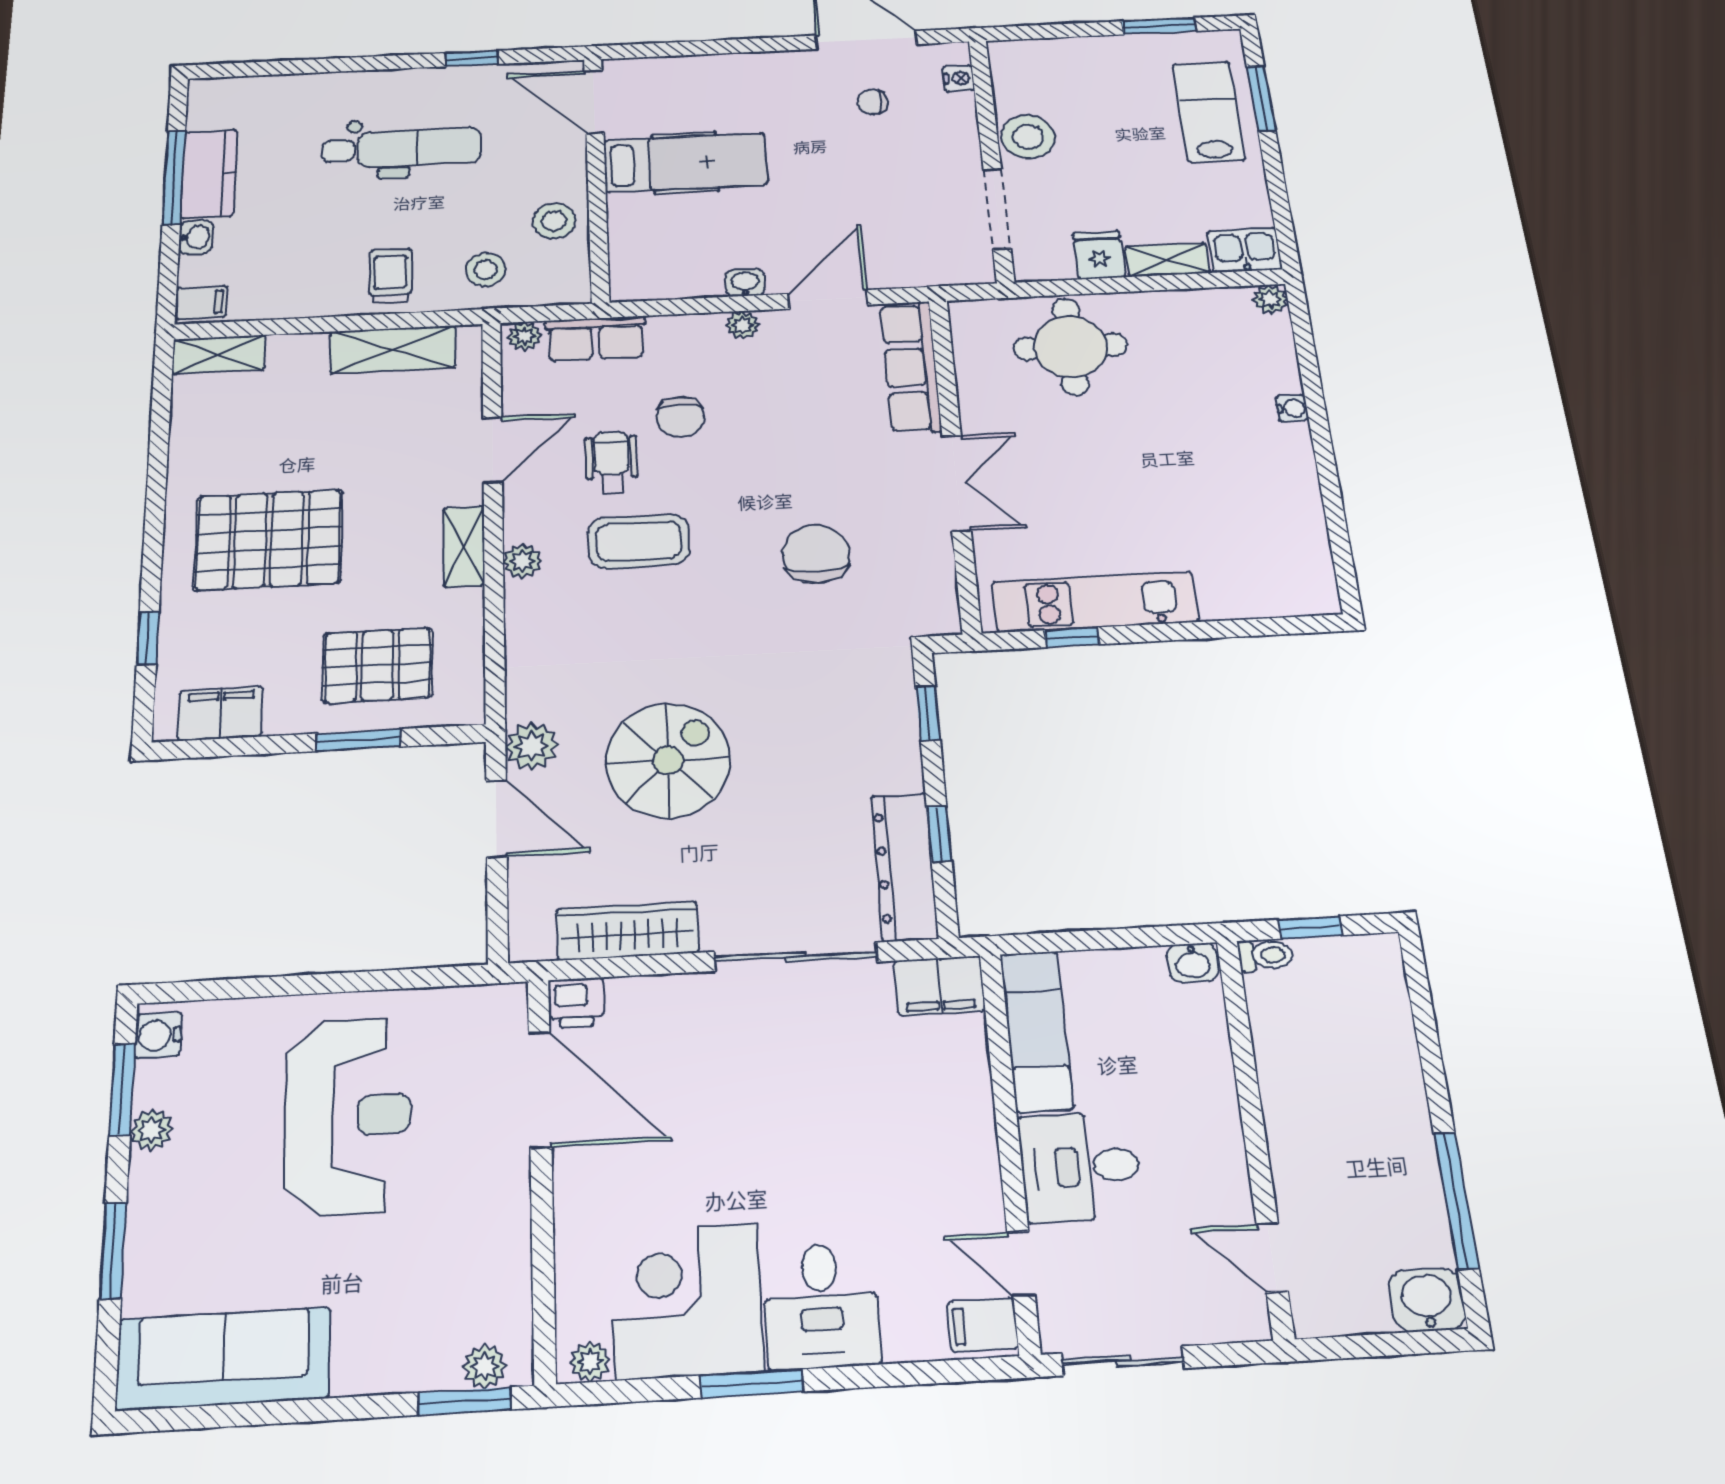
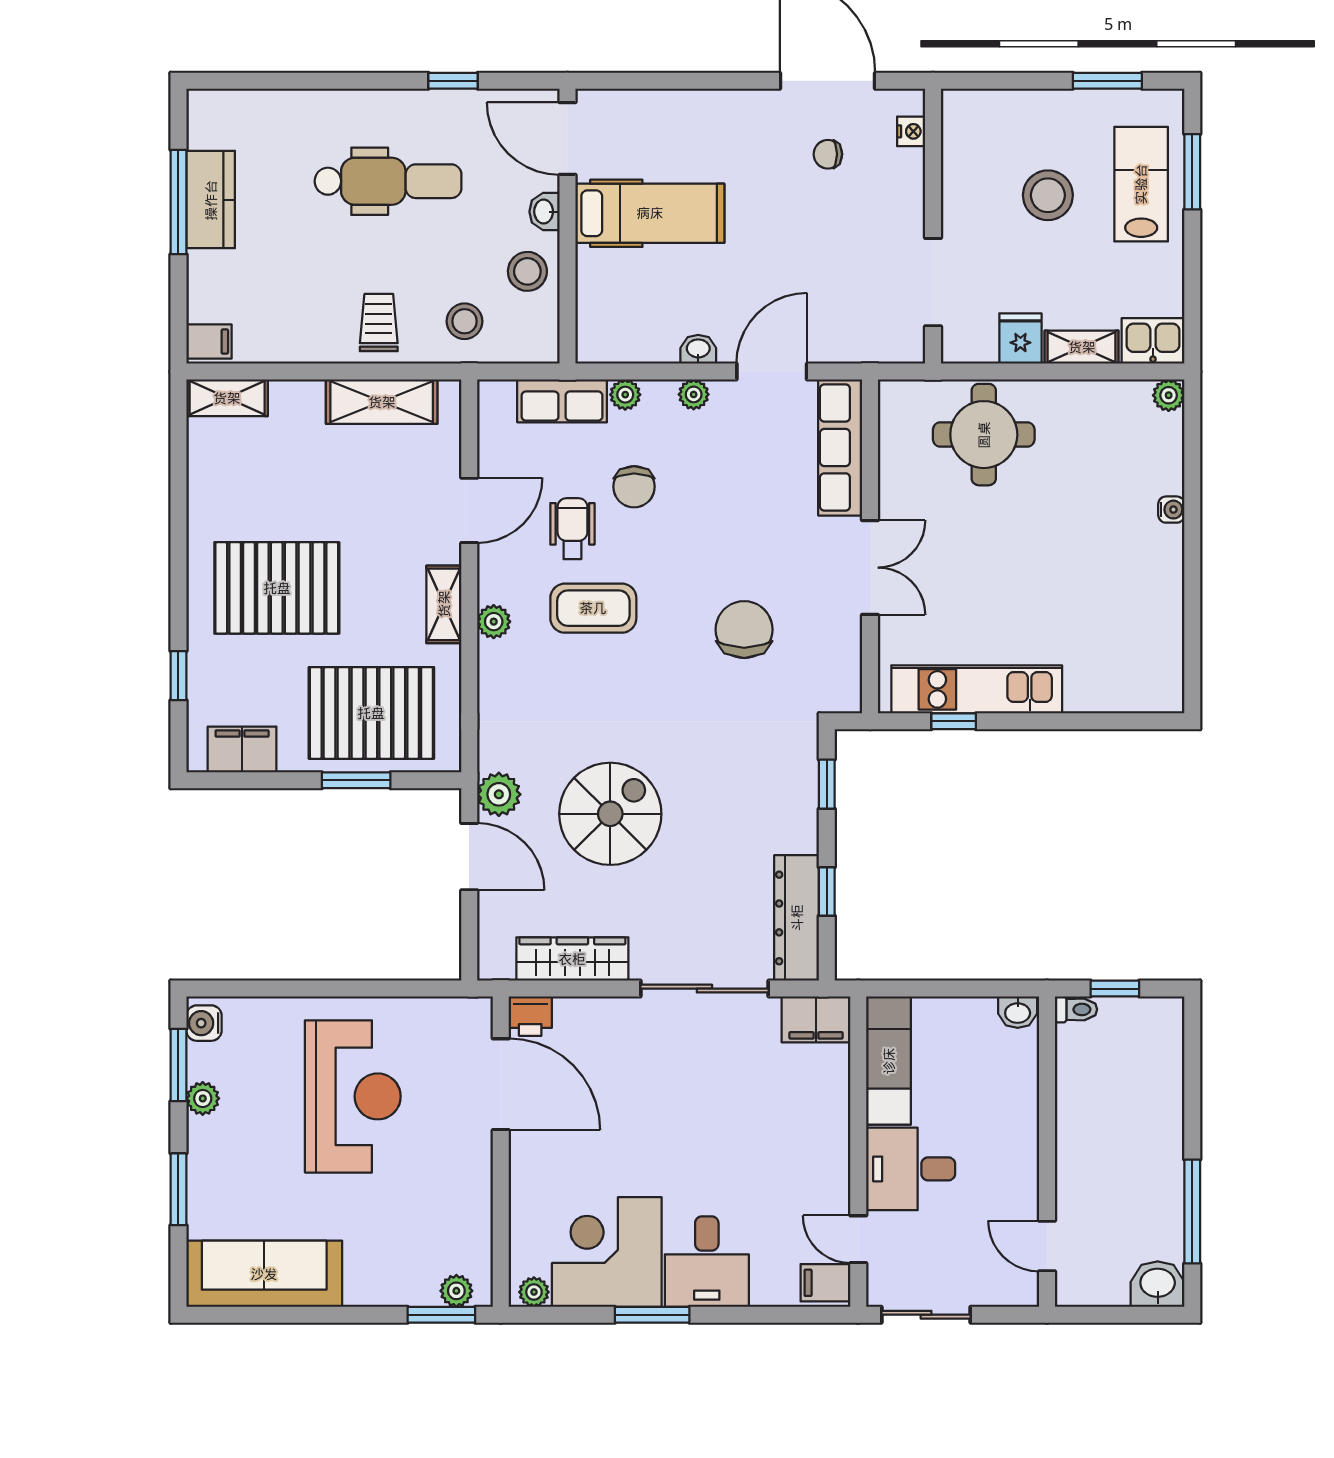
stool: (1028, 137) -> (1048, 195), moved
washbasin: (196, 237) -> (545, 212), moved, turned 180
plant: (525, 336) -> (625, 395), moved
pallet: (378, 665) -> (371, 713), width x1.37, depth x1.41

